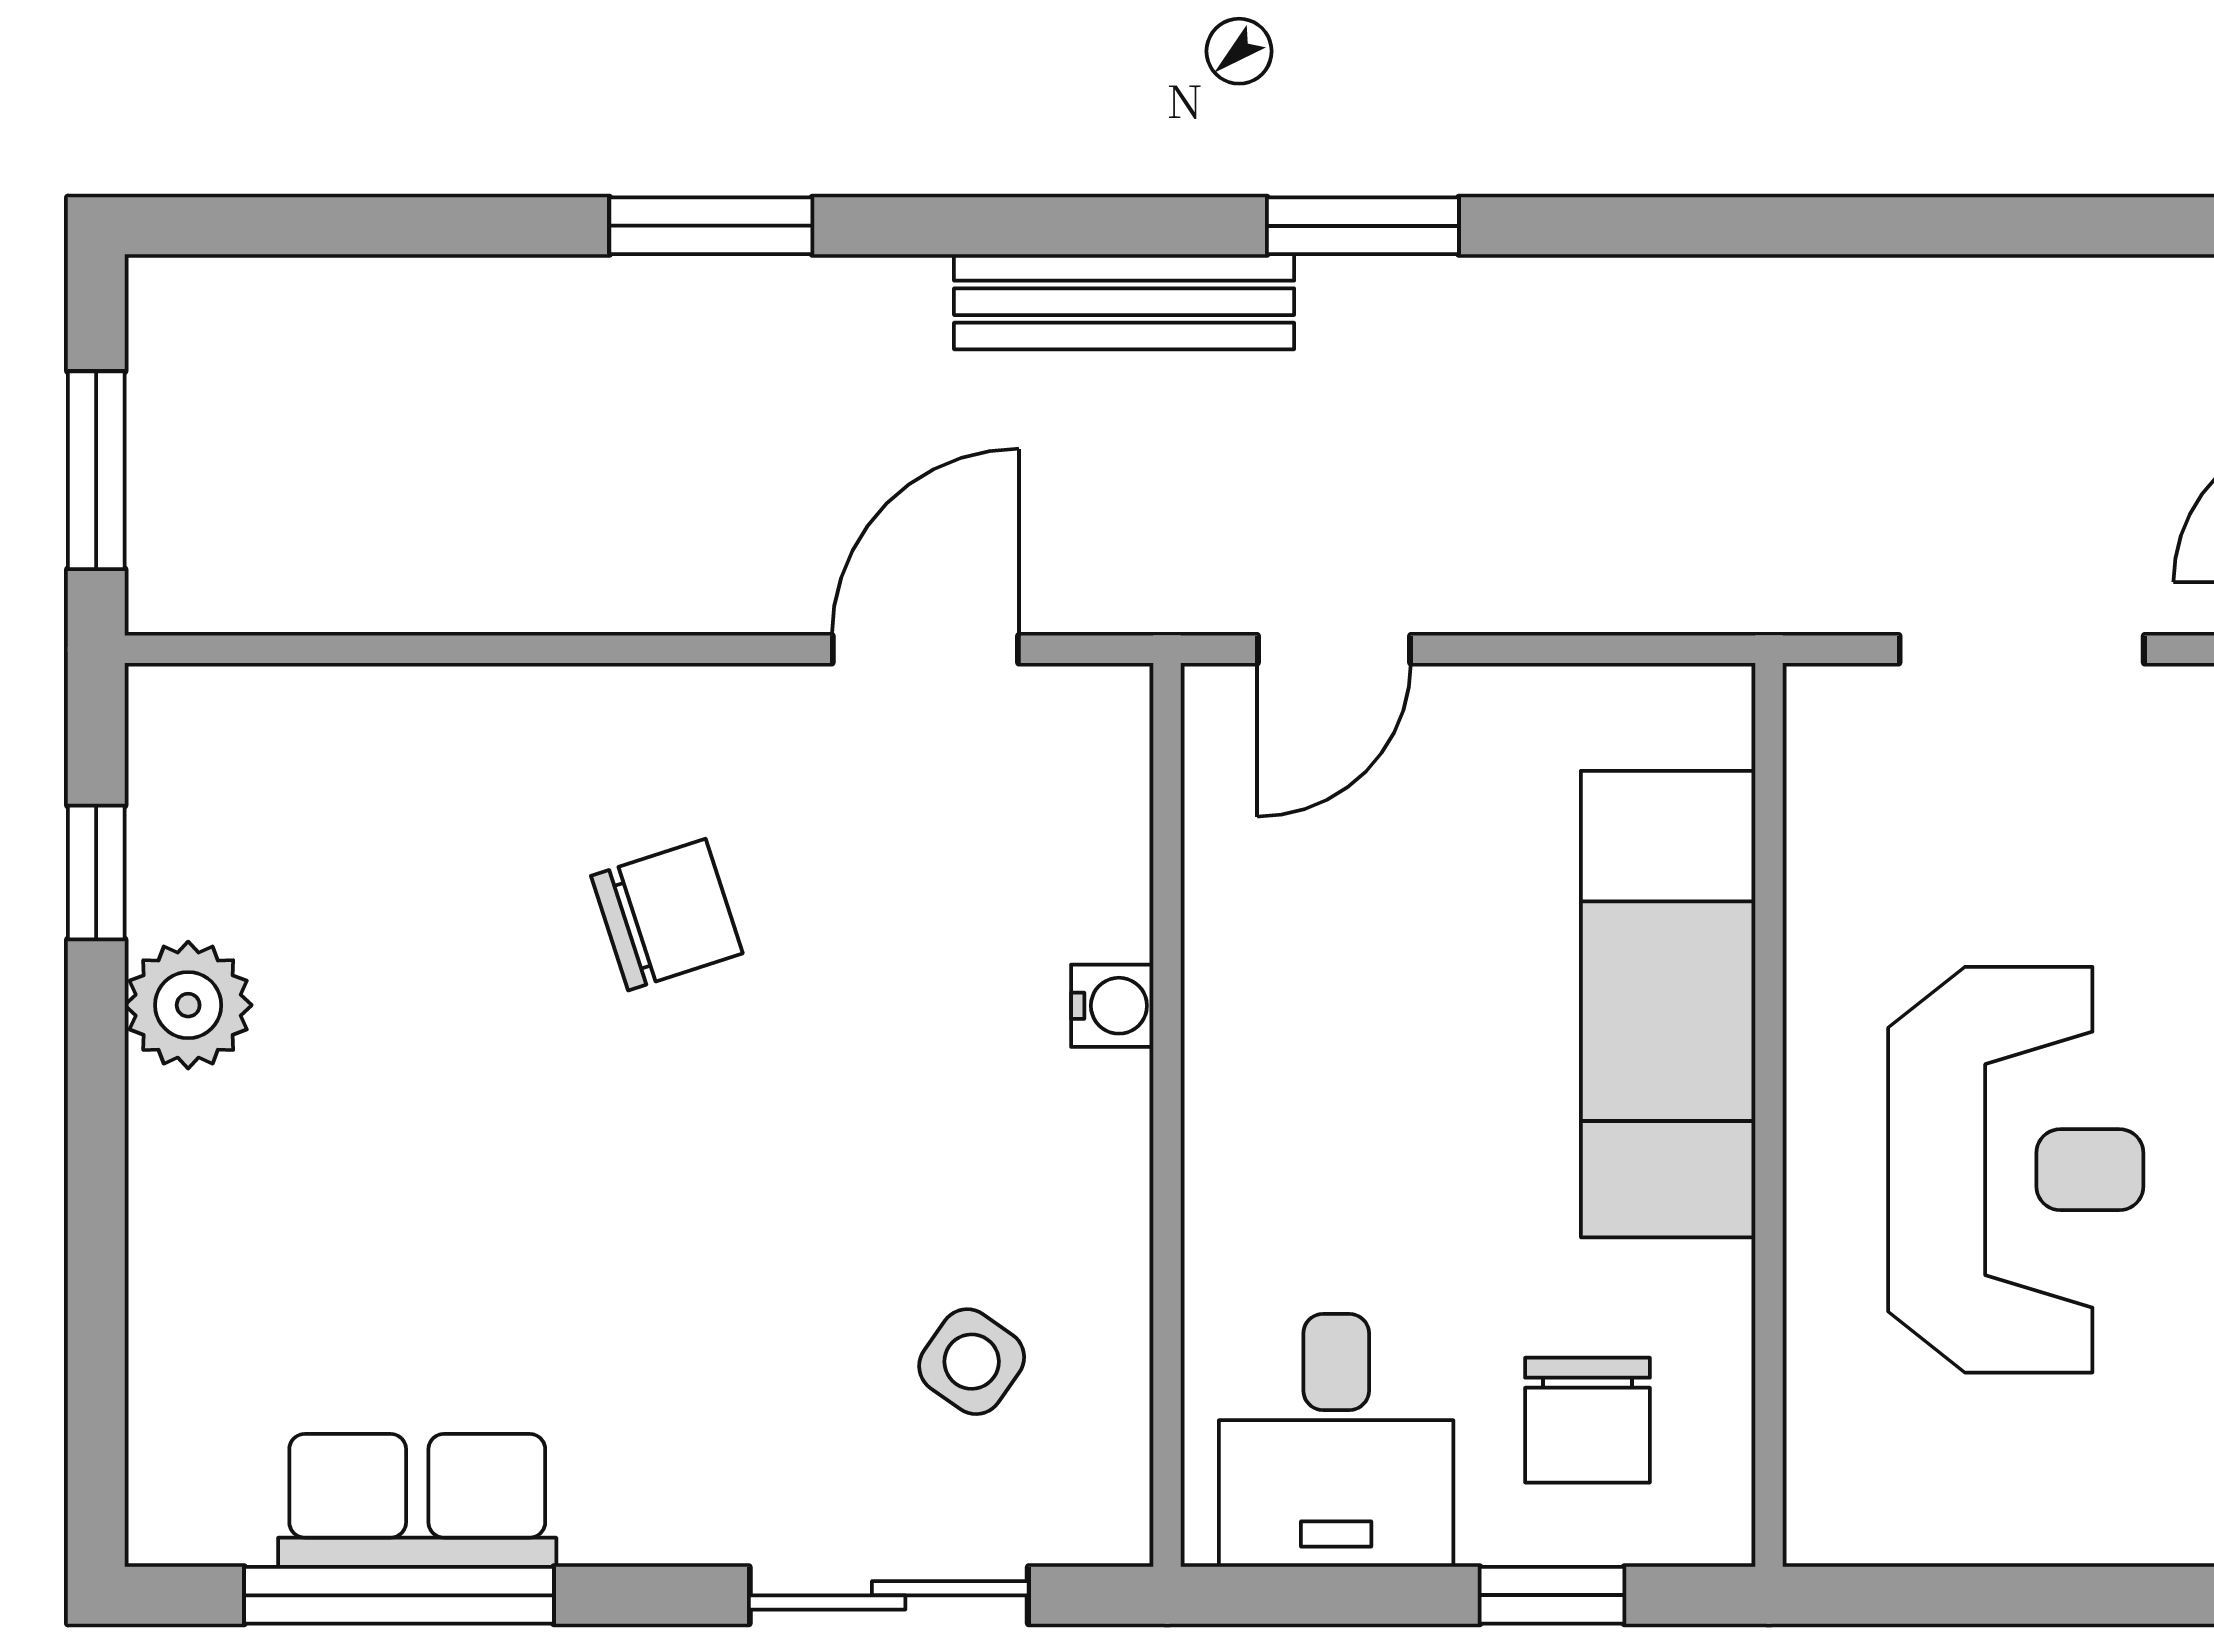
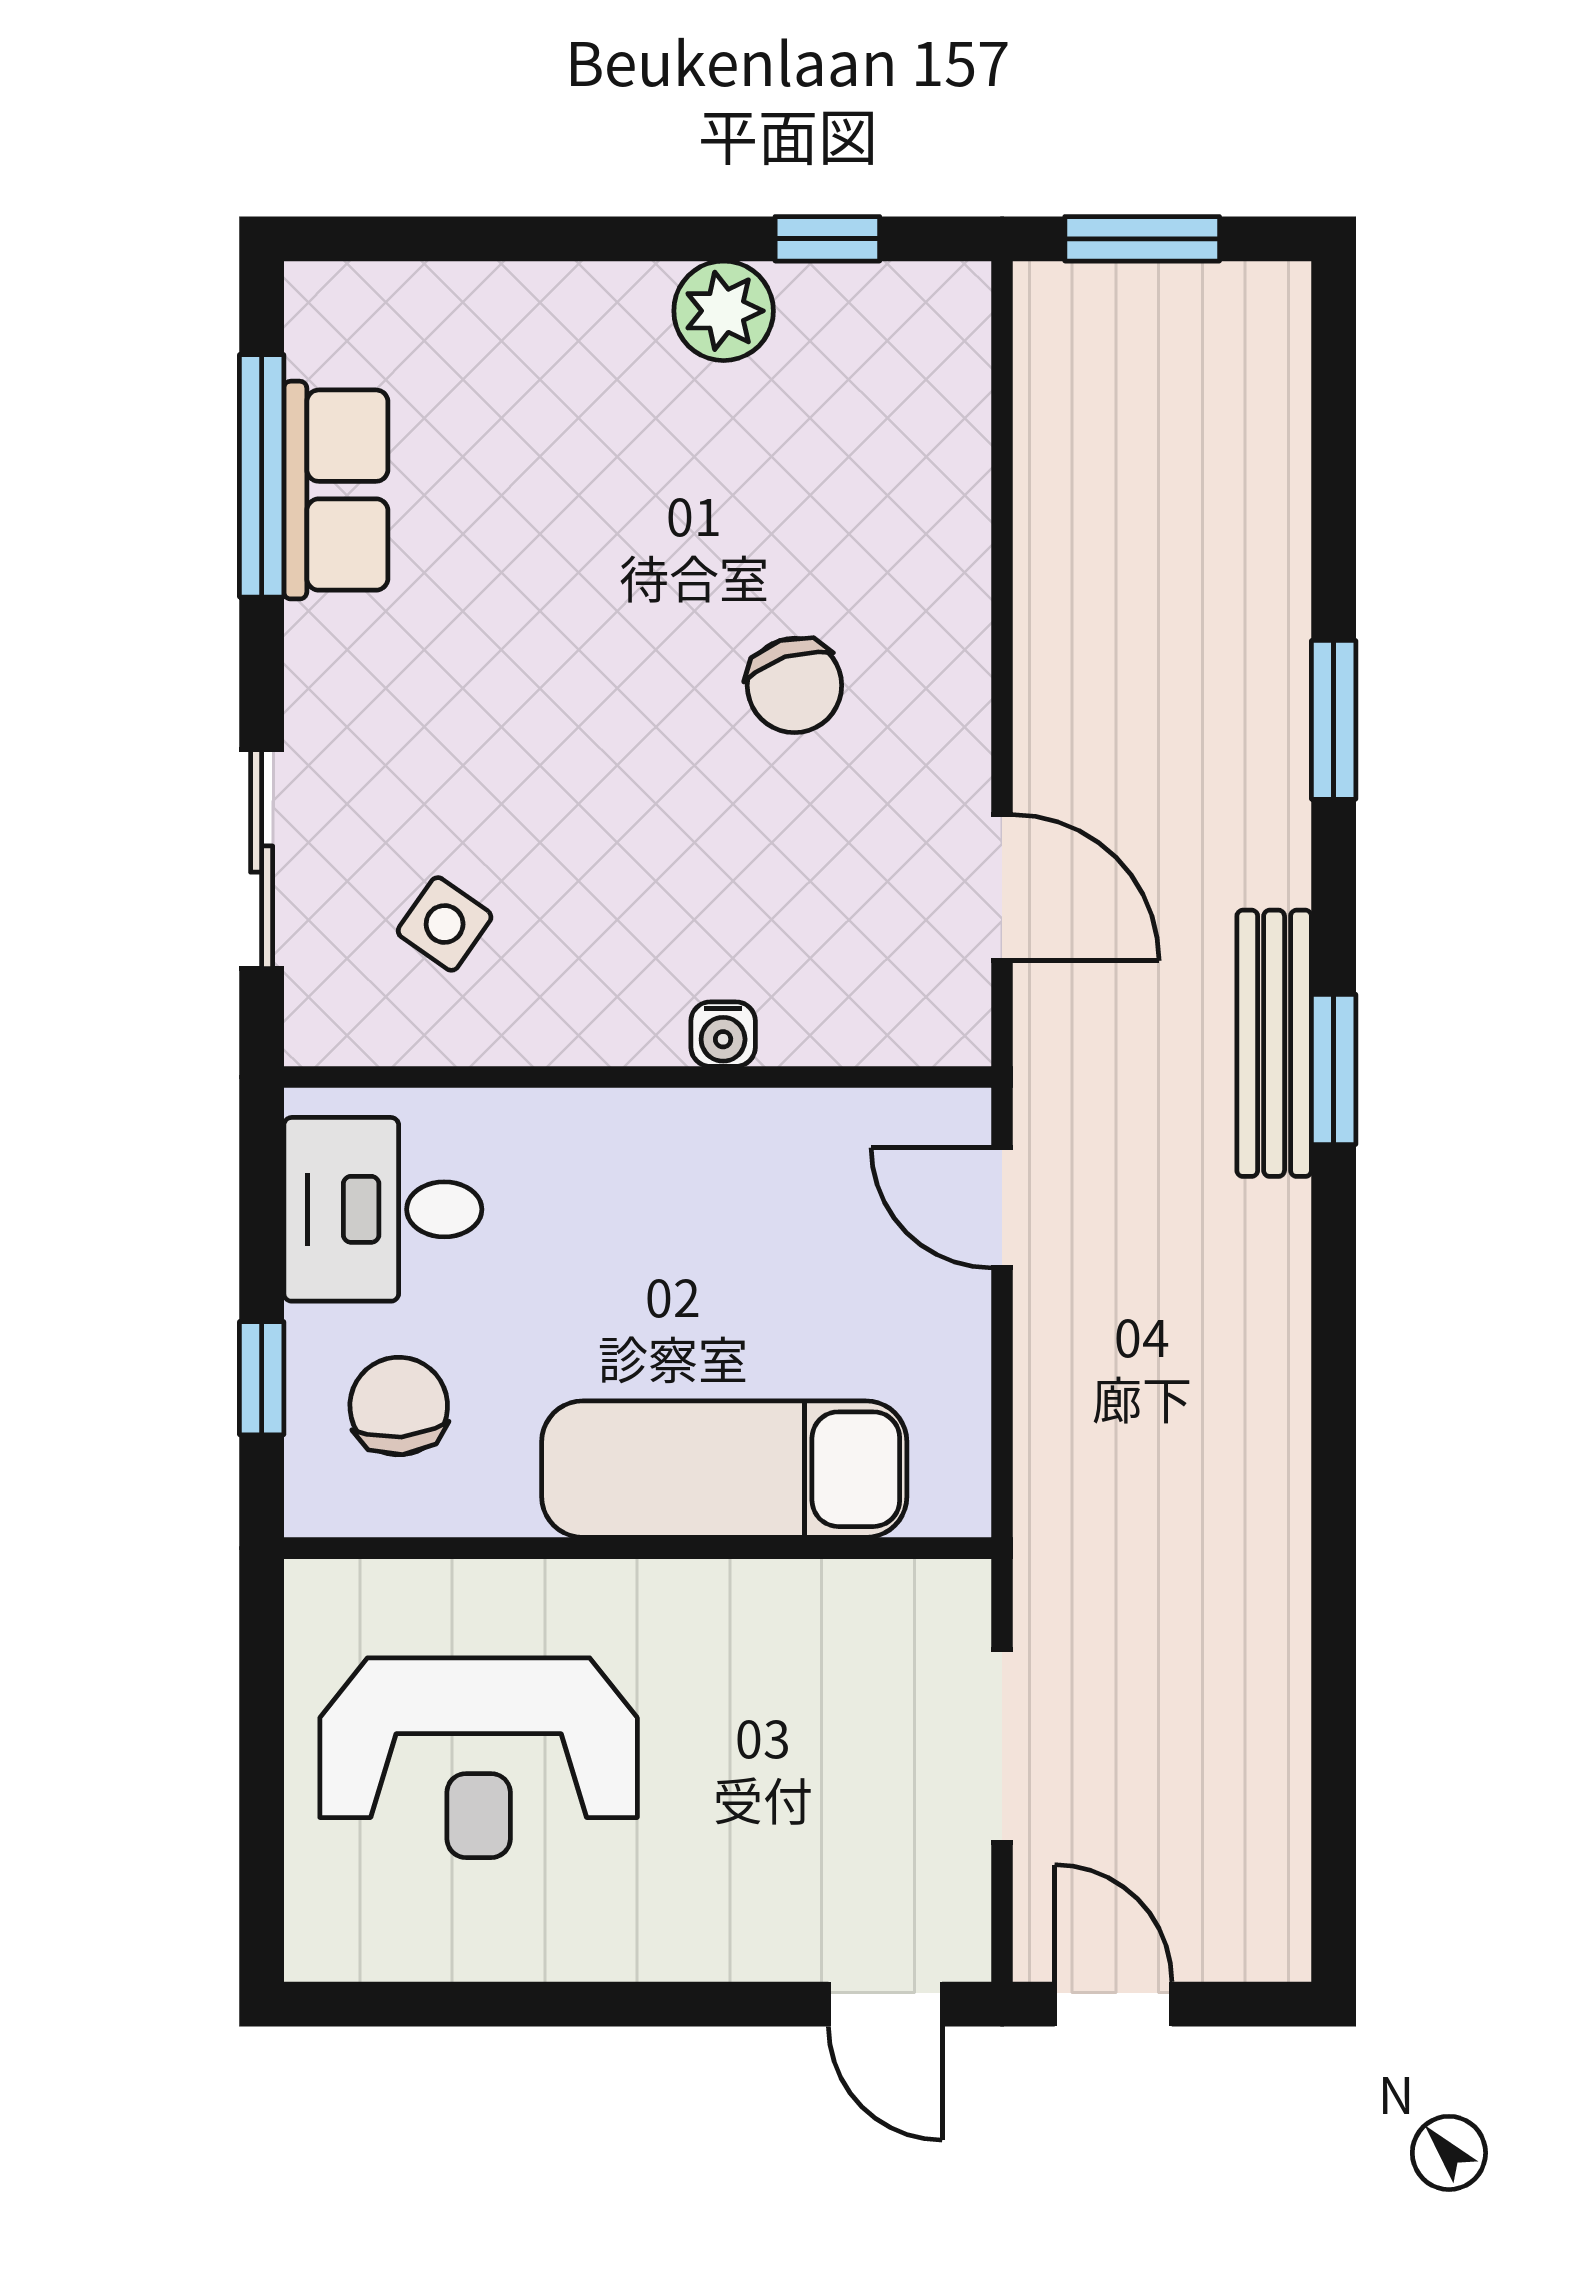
window: (1363, 226) -> (1334, 1069), moved
reception desk: (2016, 1170) -> (479, 1758), moved
chair: (1588, 1420) -> (399, 1406), turned 85

